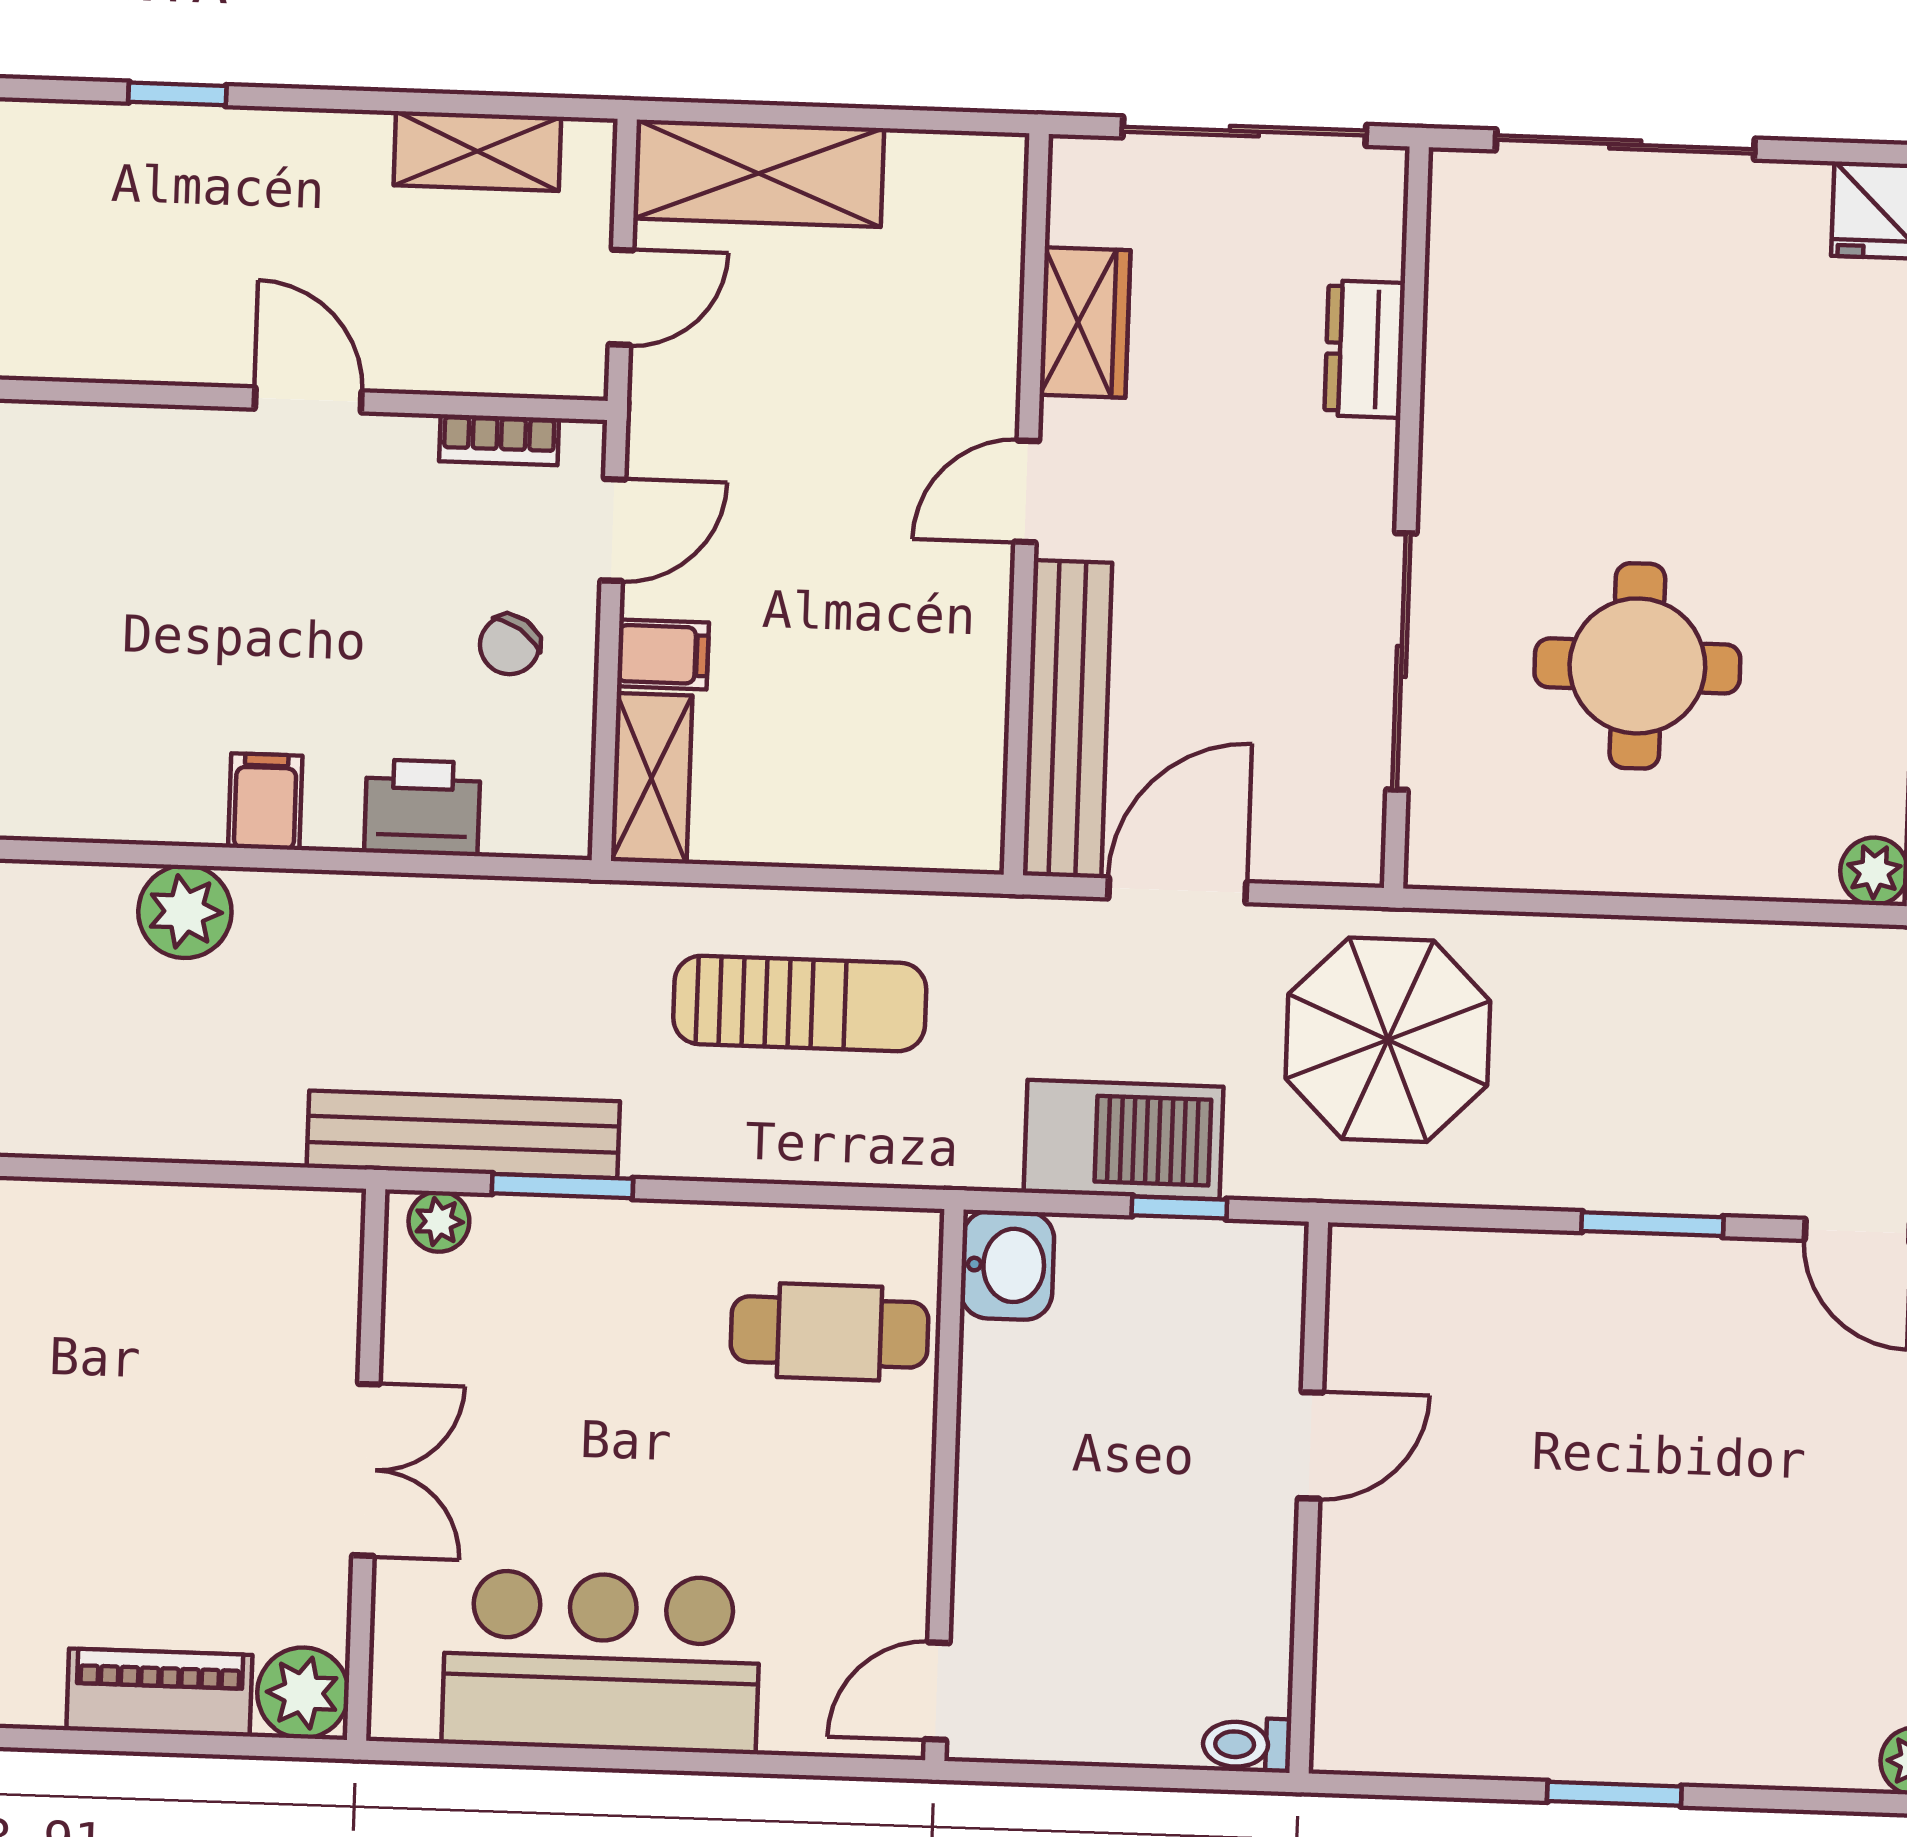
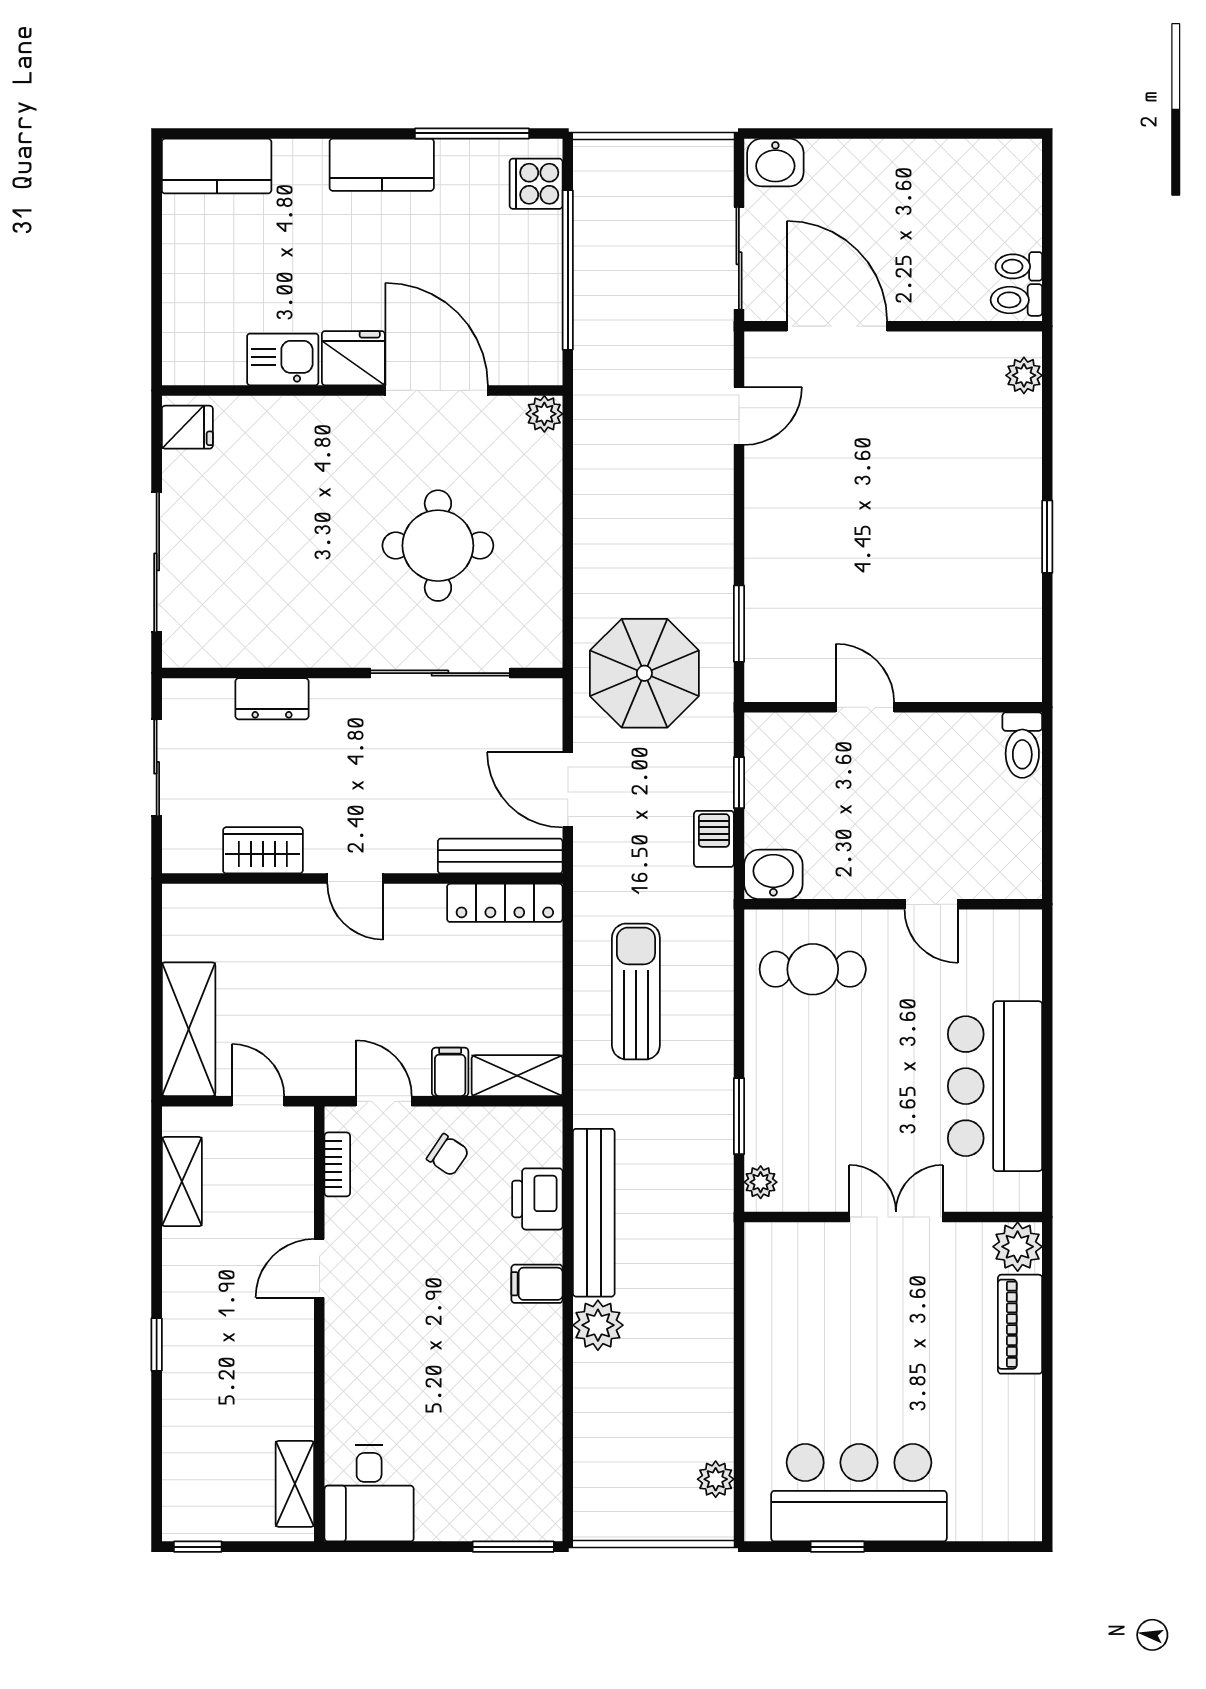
sliding door: (1244, 131) -> (157, 768), width x0.73
bench: (1067, 719) -> (500, 856), width x0.73, depth x0.82
locker: (972, 767) -> (505, 903), added
bench: (463, 1134) -> (594, 1213), moved
barbecue: (1124, 1140) -> (714, 839), width x0.53, depth x0.65
window: (1652, 1224) -> (739, 624), moved
cafe table: (829, 1332) -> (813, 969), turned 90
door: (937, 1691) -> (931, 904), moved
toilet: (1247, 1745) -> (1022, 745), width x1.37, depth x1.39

